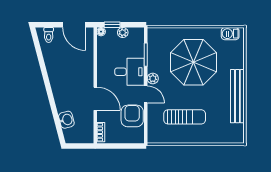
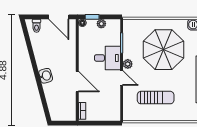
armchair: (132, 116) -> (110, 97), removed
washbasin: (66, 120) -> (46, 76), moved

